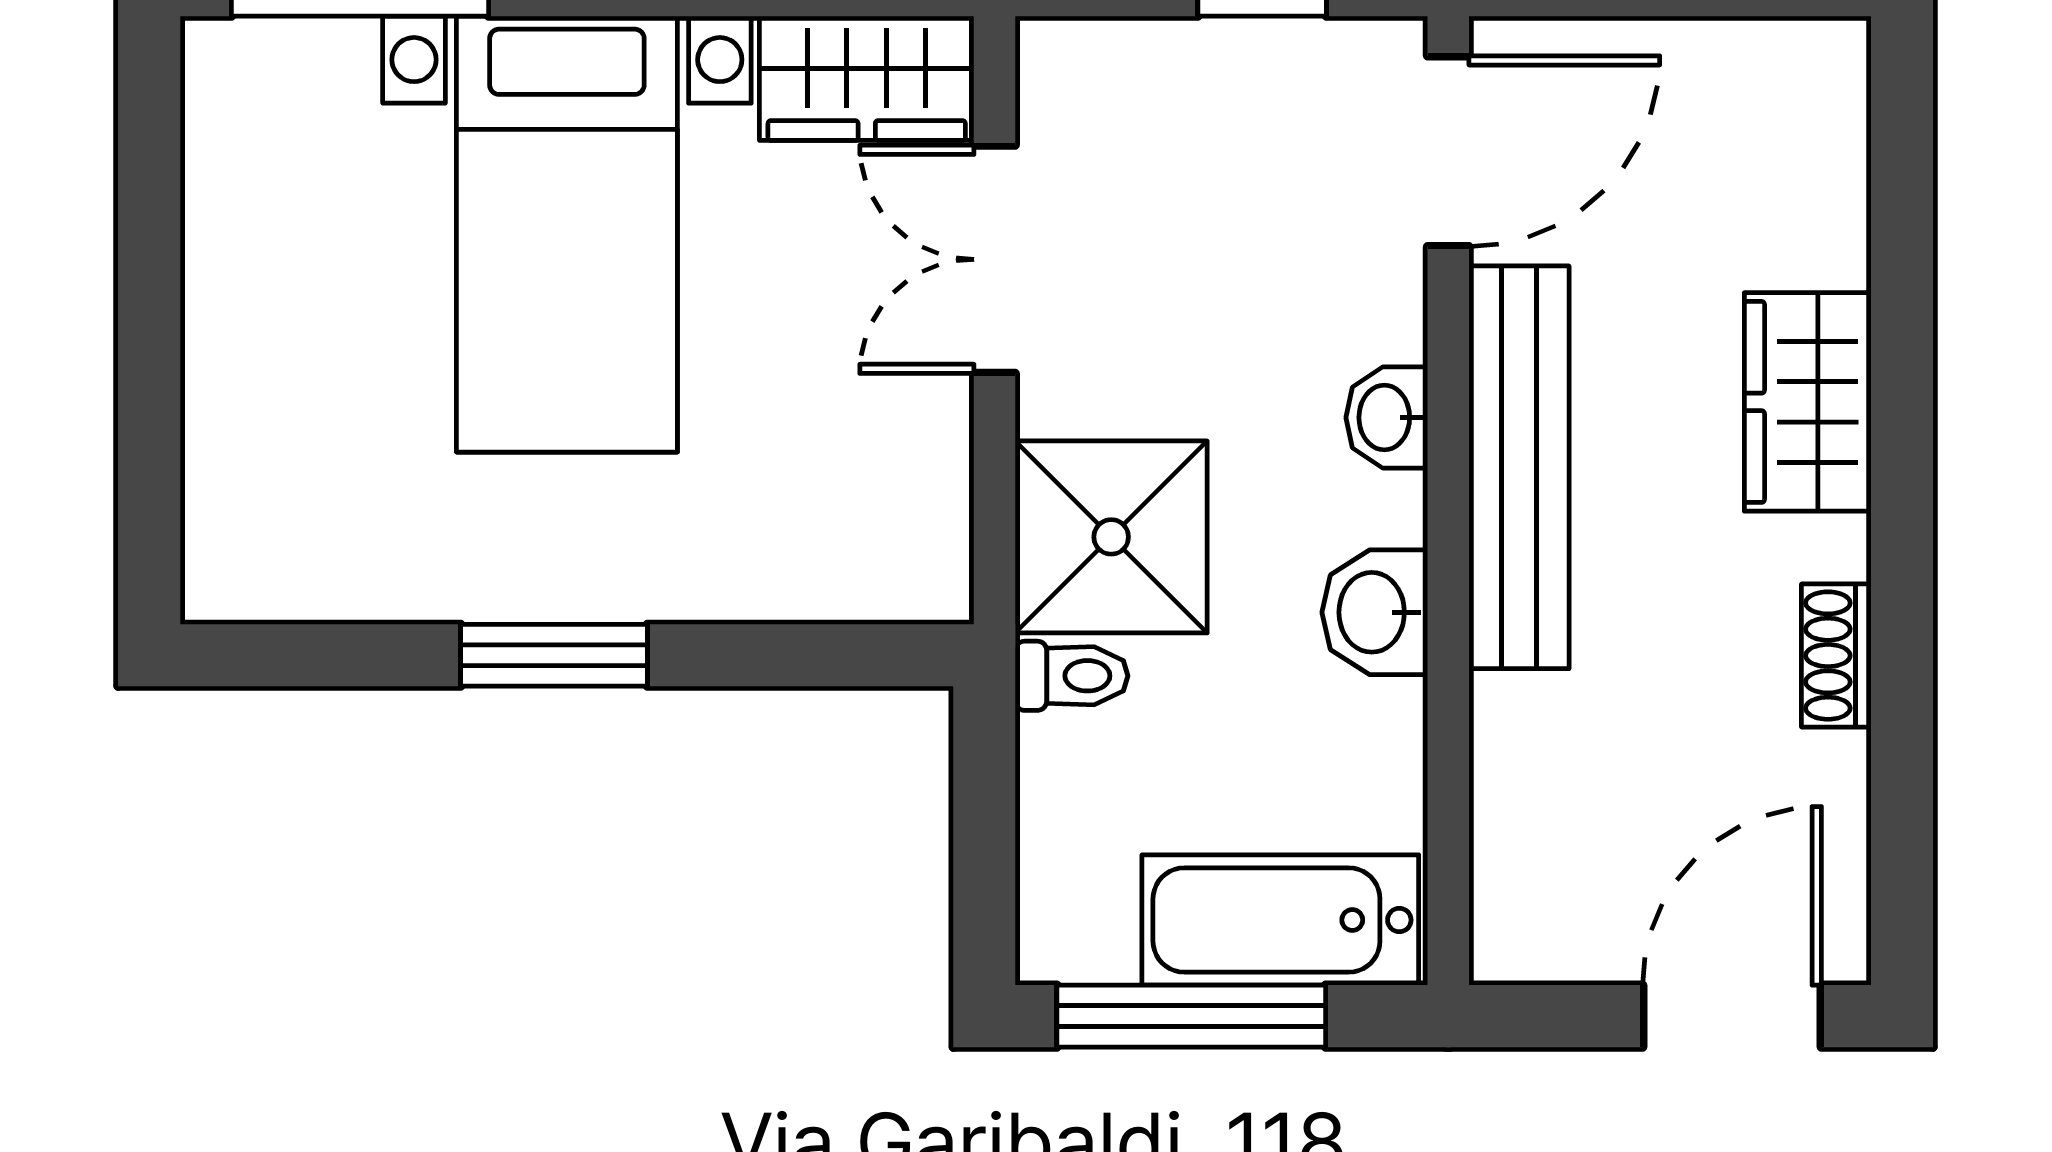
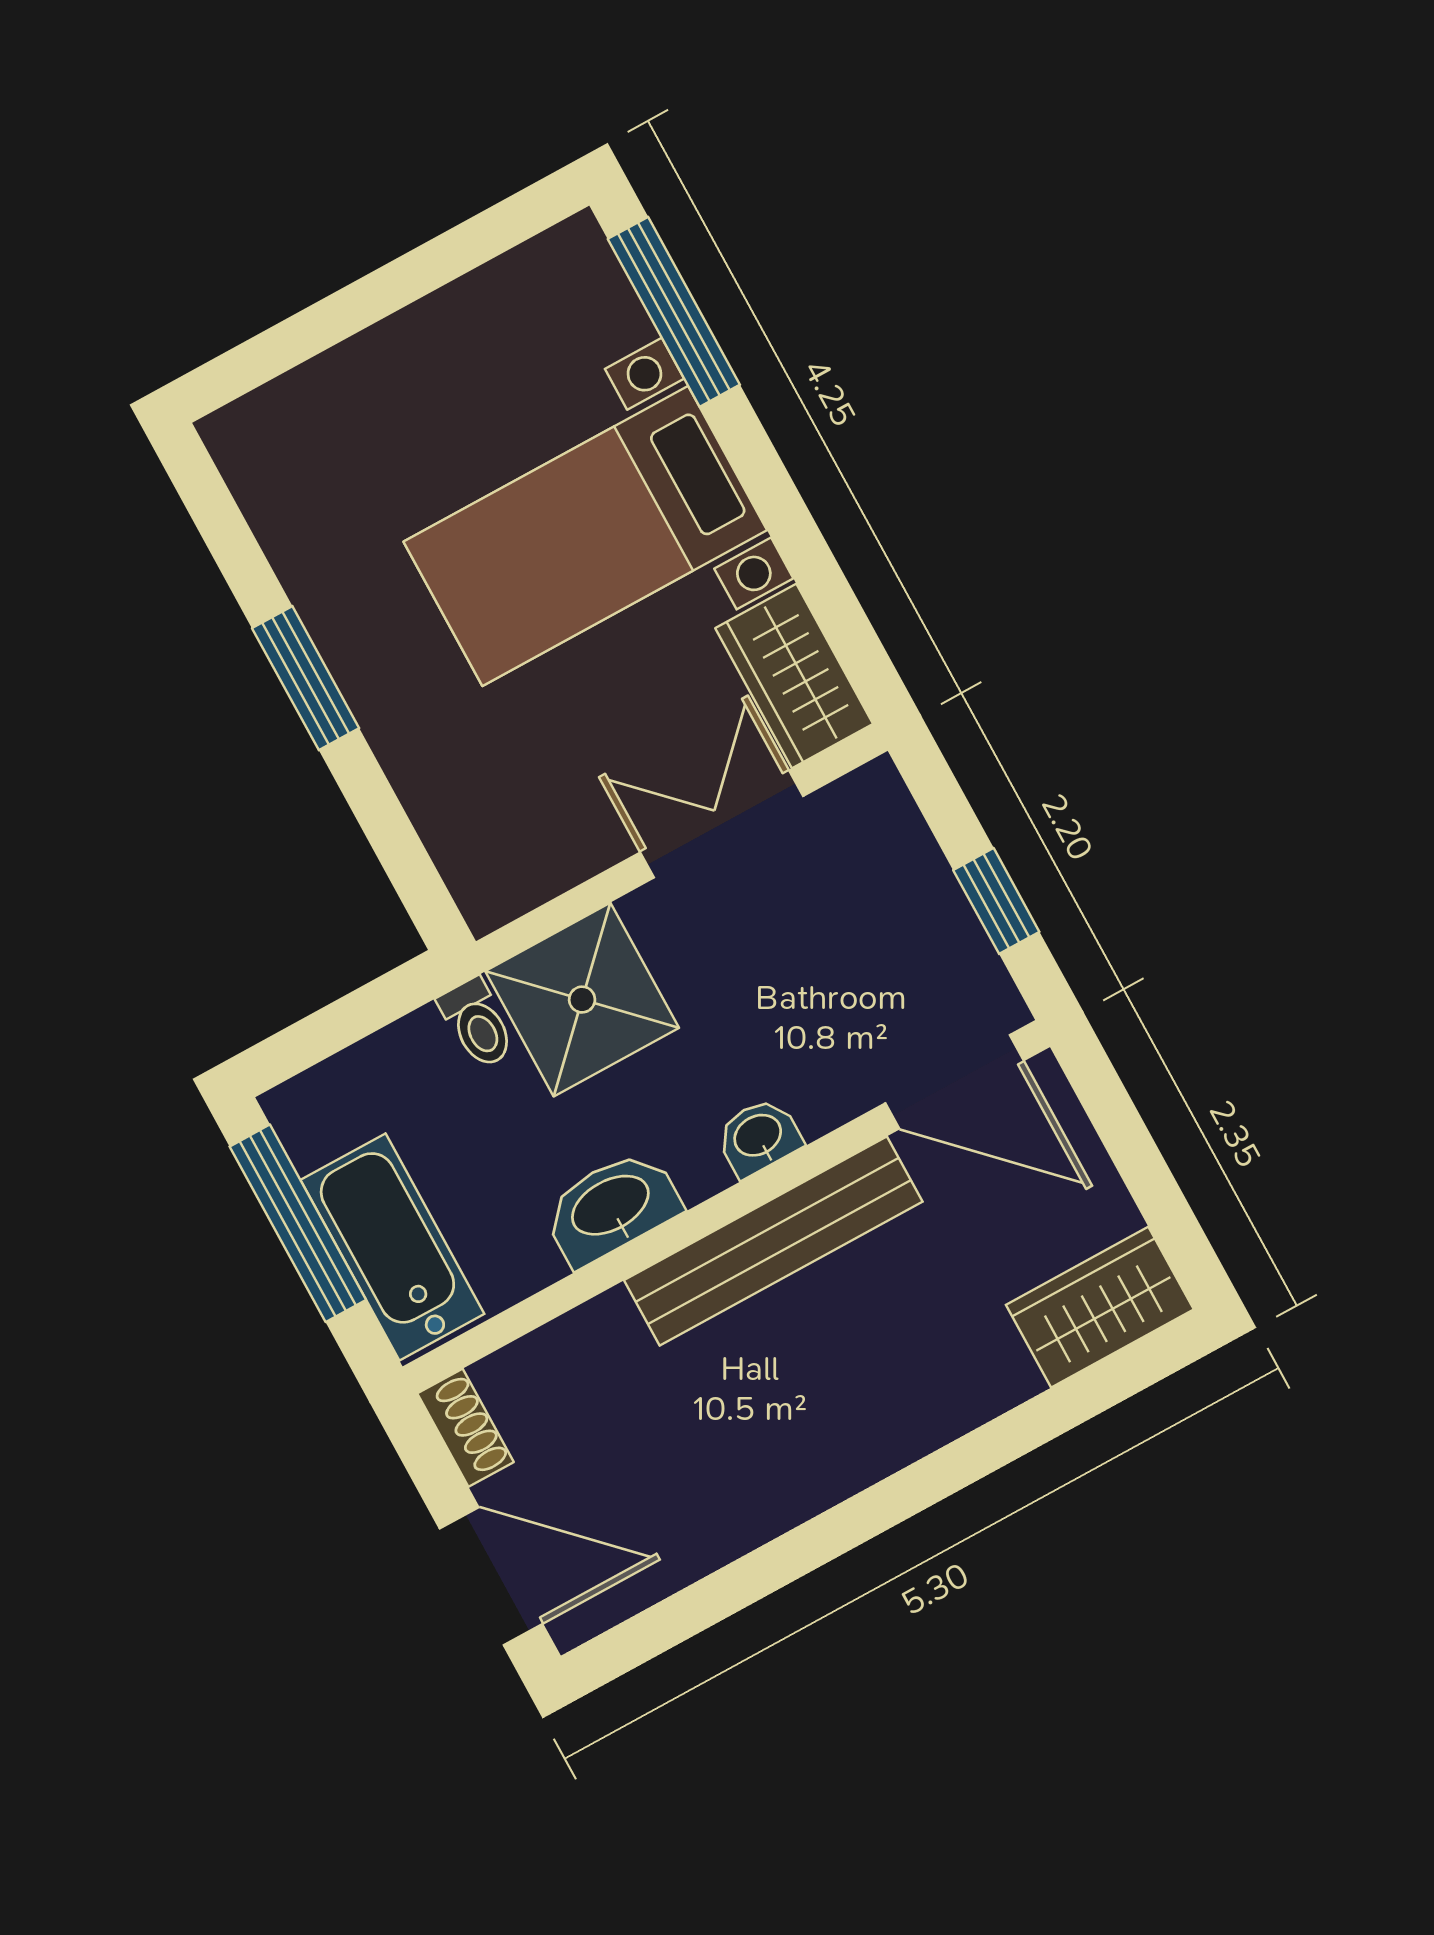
wardrobe: (1808, 402) -> (1100, 1307), moved
washbasin: (1375, 612) -> (611, 1207), width x1.38
shoe rack: (1836, 656) -> (465, 1428), moved, turned 90

